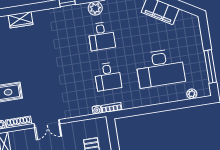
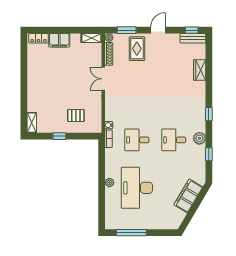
plant: (192, 94) -> (109, 183), moved

